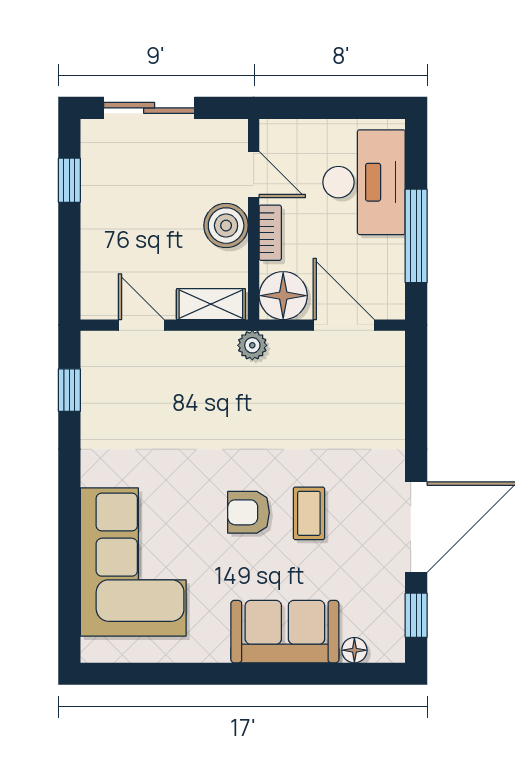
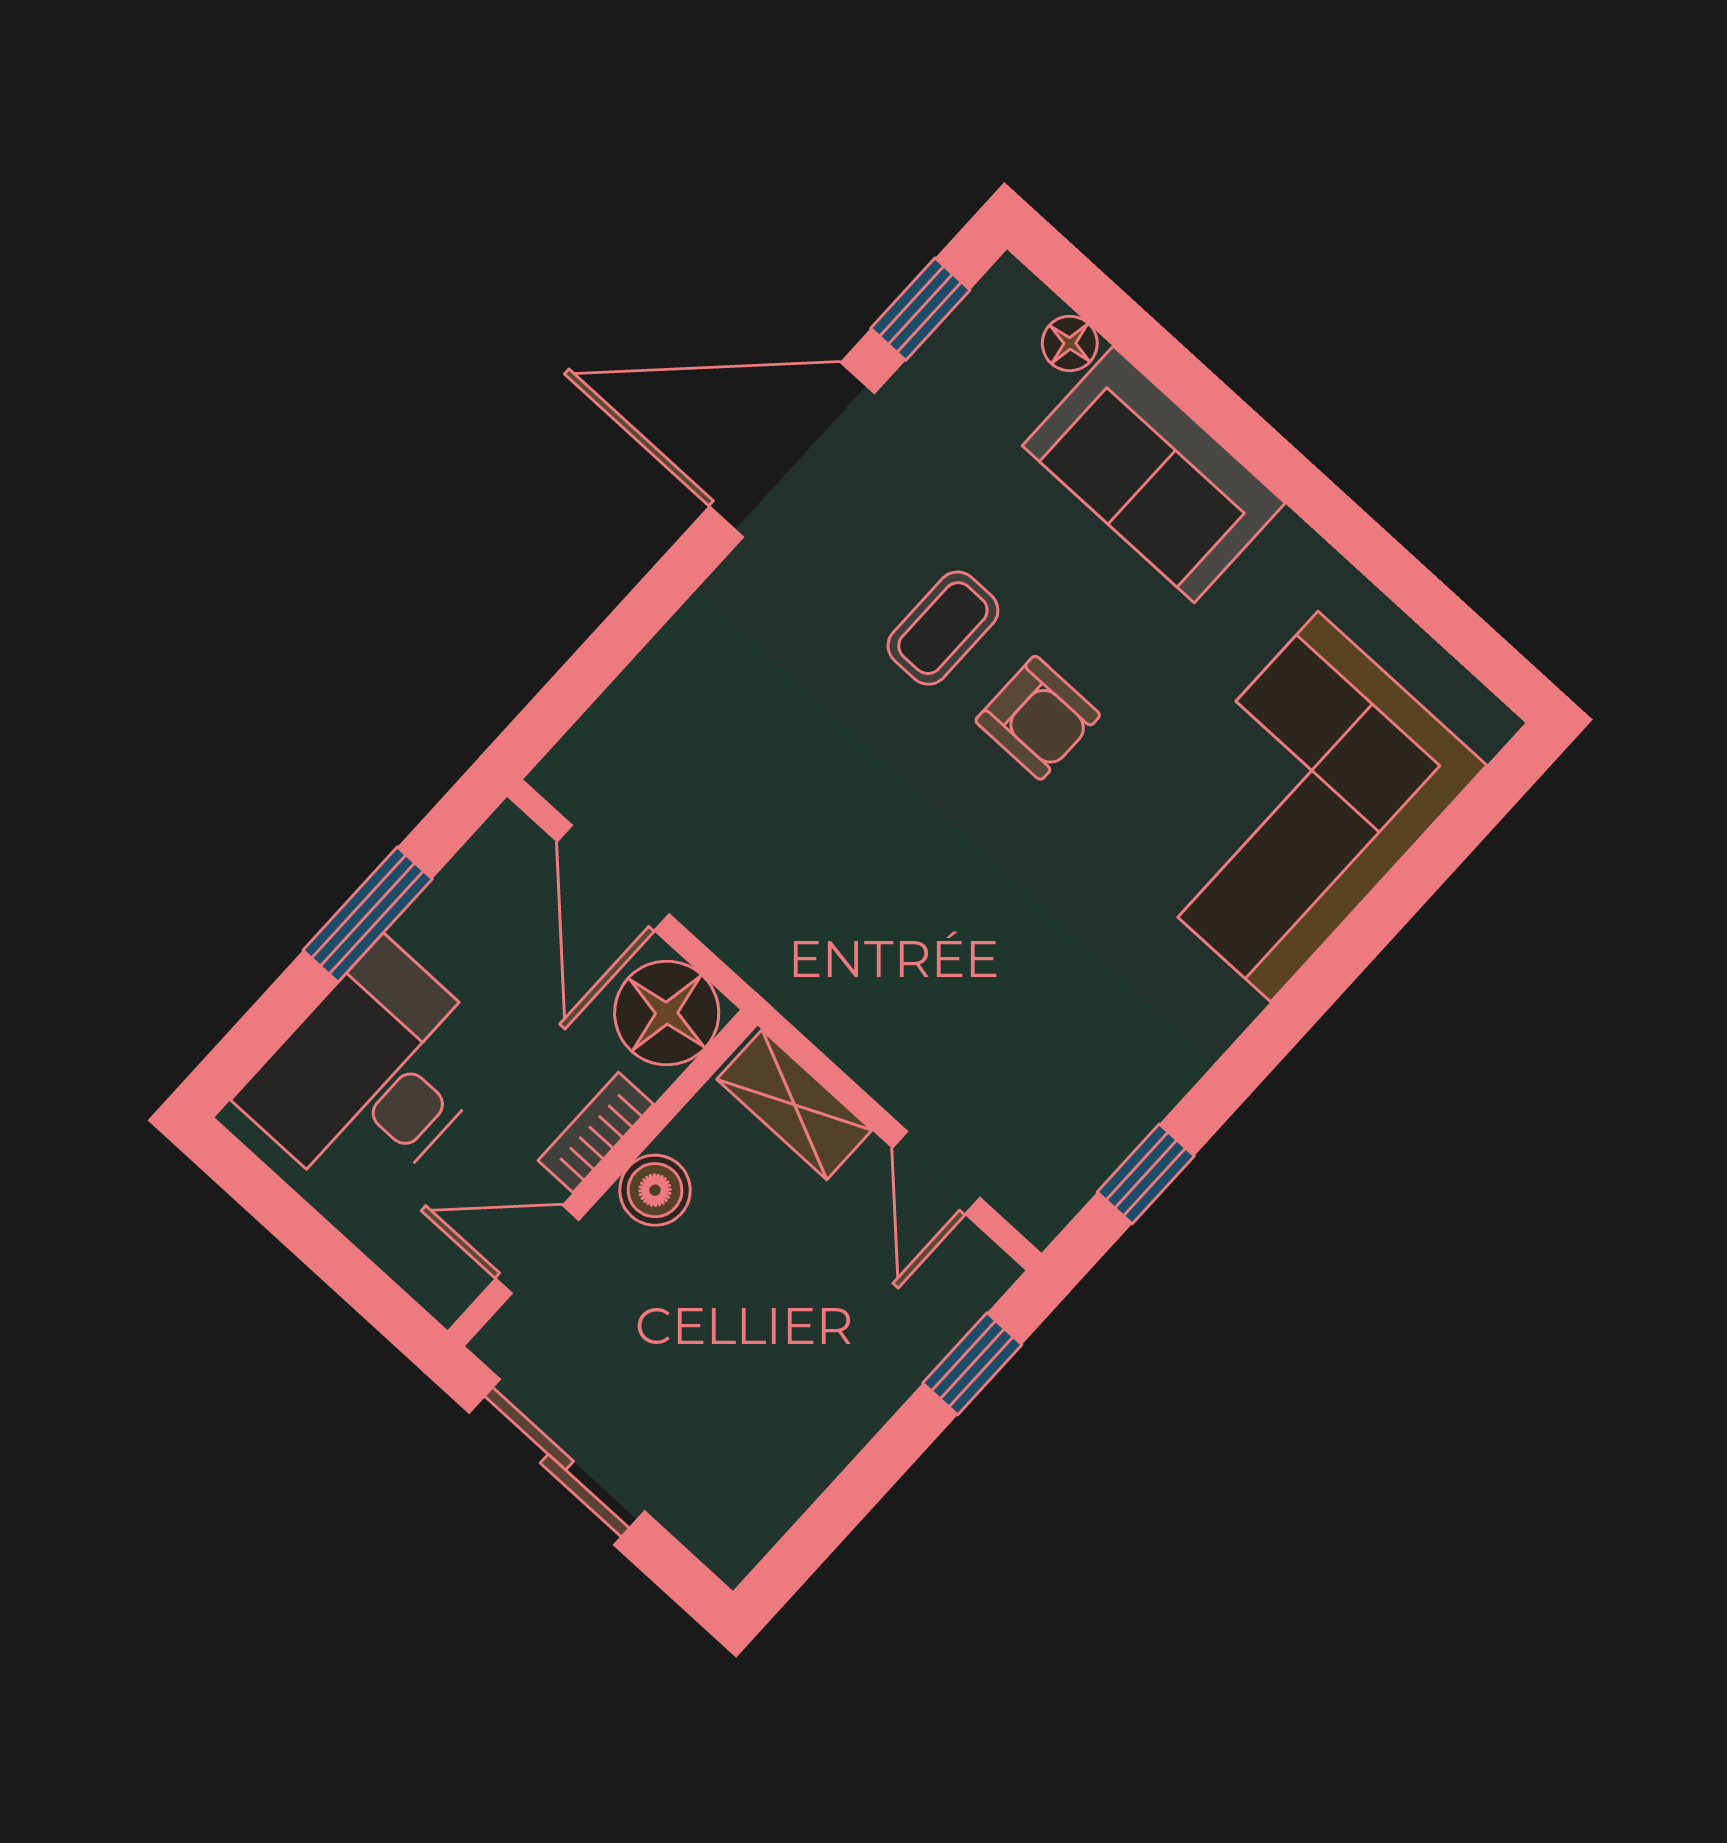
sliding door: (149, 108) -> (557, 1462), moved
door: (254, 175) -> (537, 1249), hinge flipped
window: (69, 180) -> (972, 1364), moved
boiler: (226, 226) -> (655, 1190), width x0.73, depth x0.73
window: (416, 236) -> (368, 915), width x0.69
plant: (252, 345) -> (788, 979), removed

